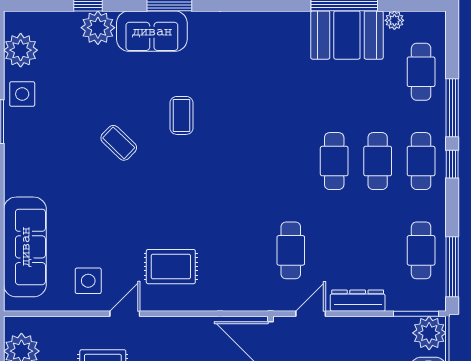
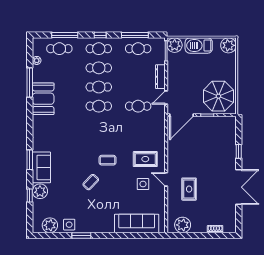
booth: (347, 35) -> (43, 99), moved
window: (452, 108) -> (65, 35), moved
coffee table: (182, 115) -> (108, 160), moved
cafe table: (291, 161) -> (99, 106), added
rug: (171, 267) -> (145, 159), turned 90
window: (452, 267) -> (135, 35), moved
side table: (88, 281) -> (143, 184), moved
door: (311, 314) -> (166, 97), hinge flipped

